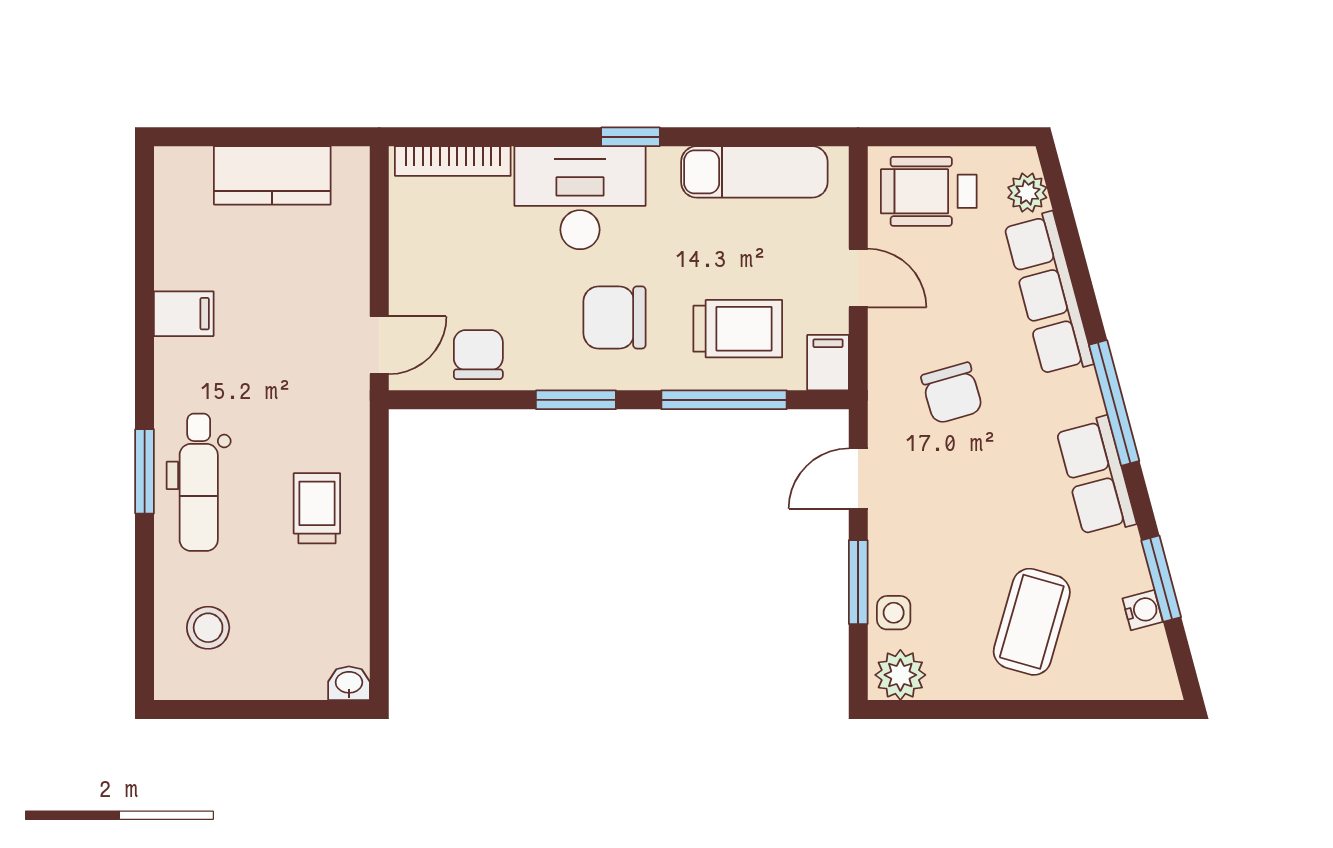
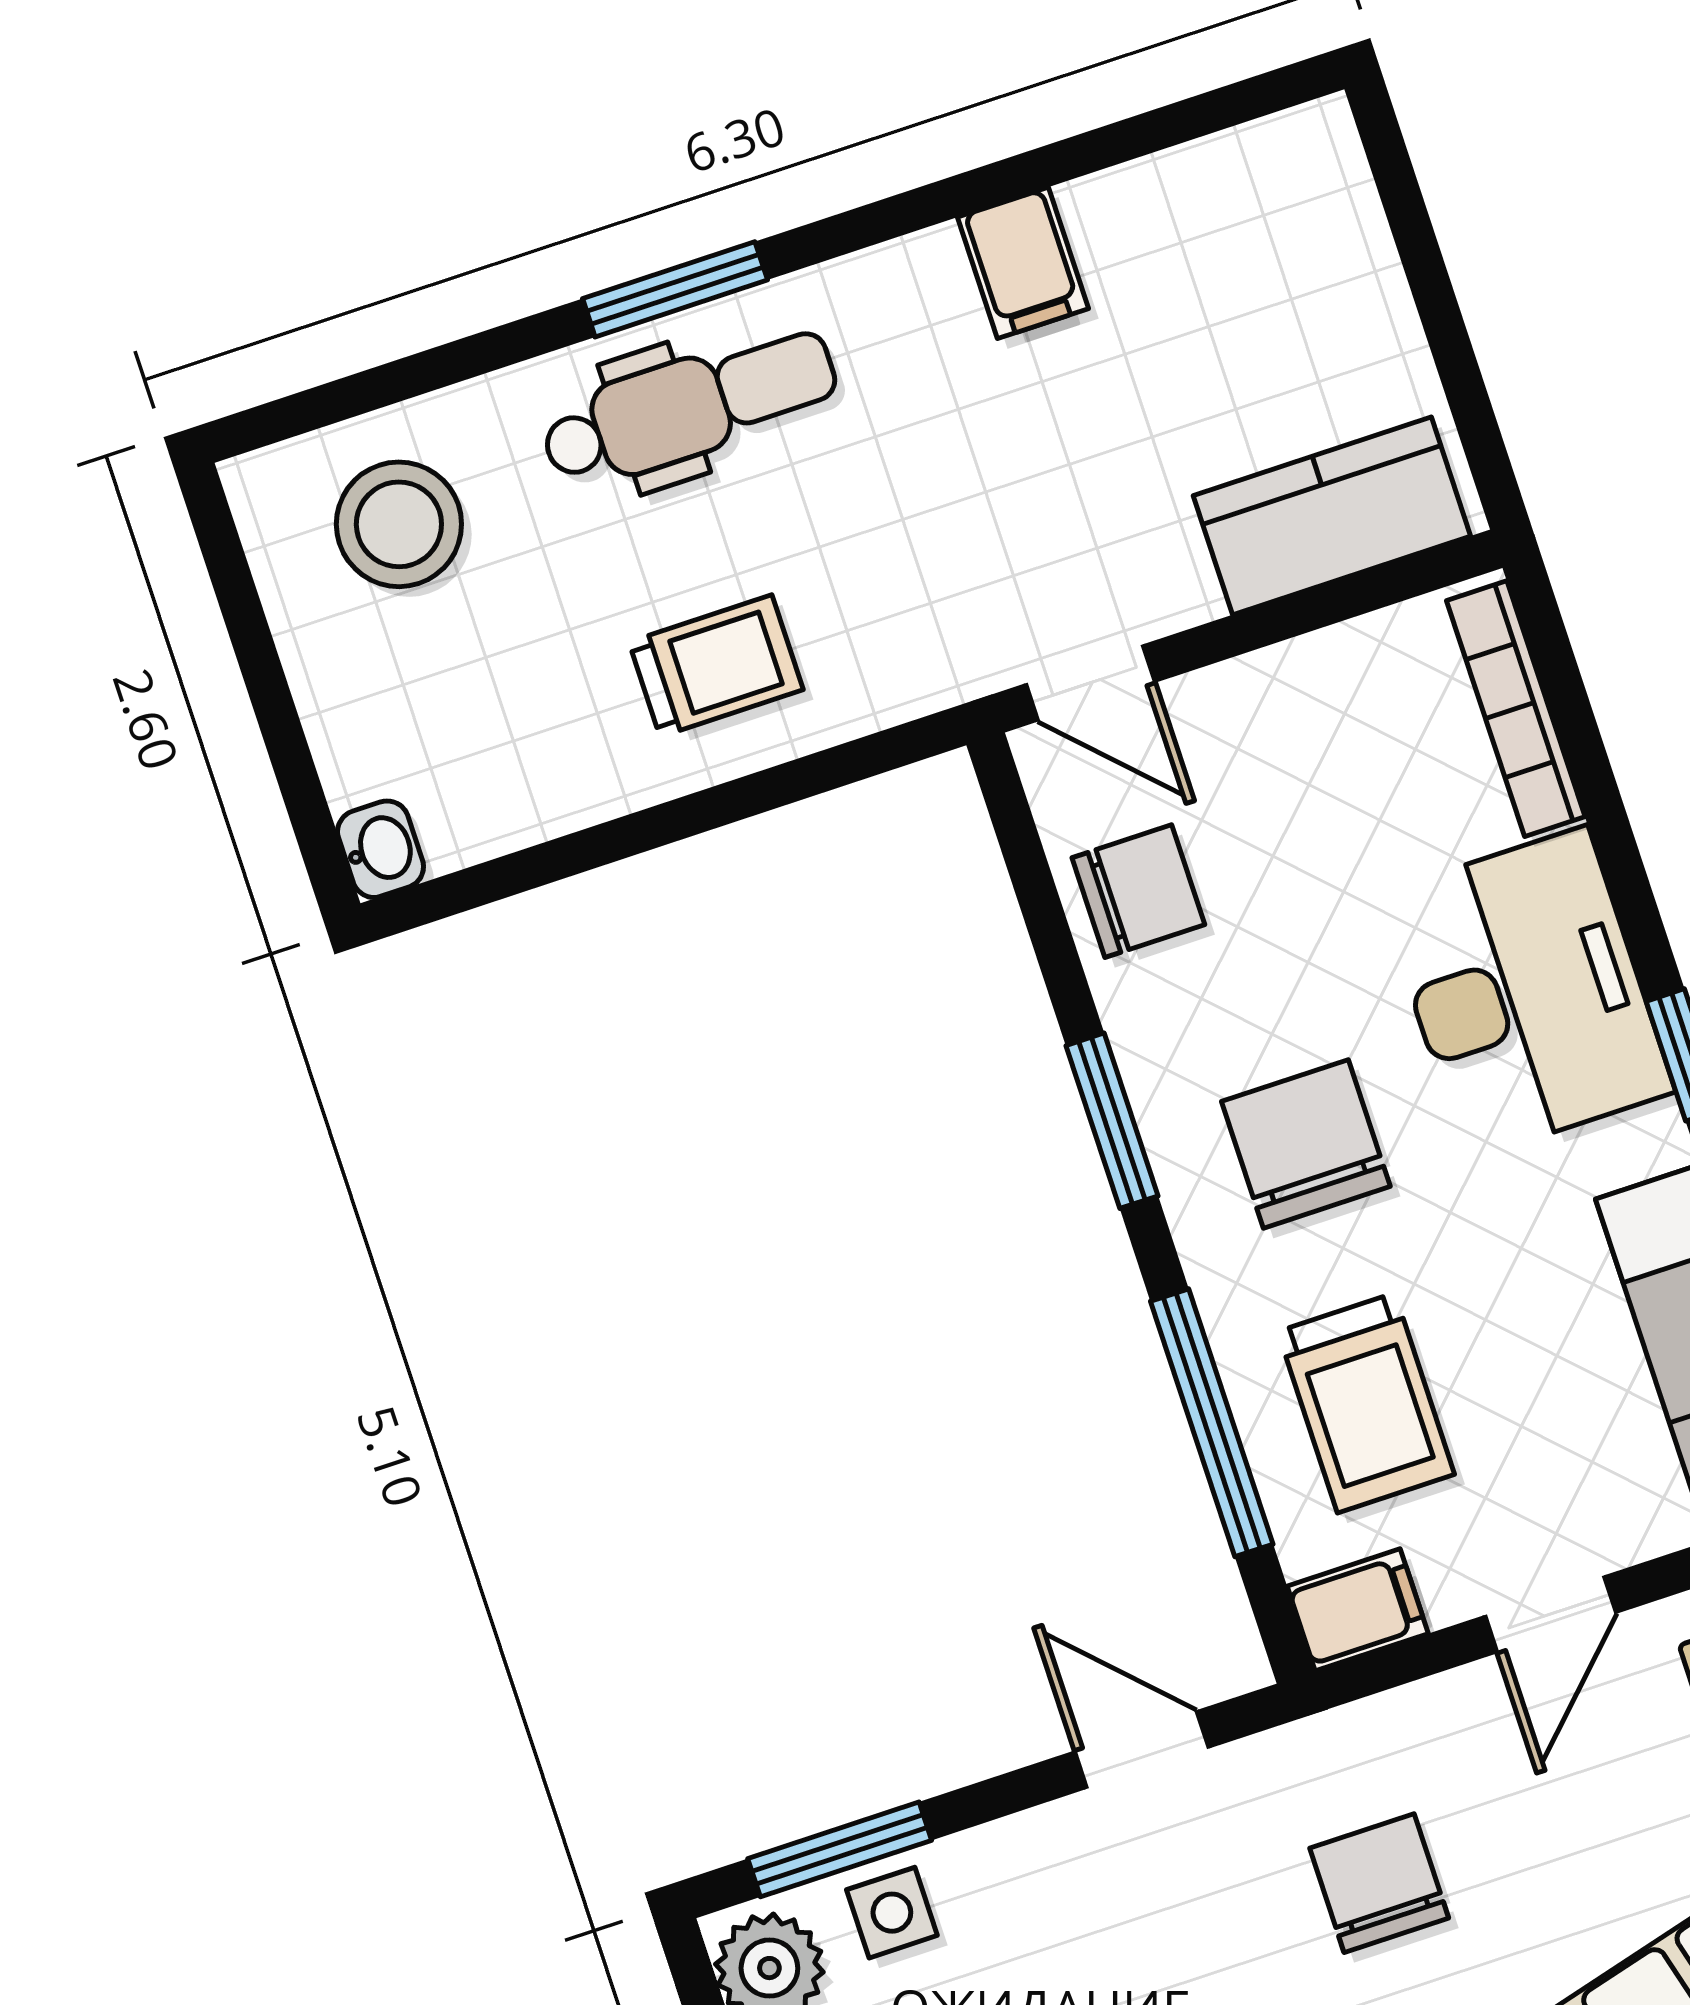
kitchen counter: (272, 175) -> (1332, 516), moved, turned 90
chair: (952, 393) -> (1379, 1883), turned 106
dental chair: (199, 482) -> (689, 407), turned 180
window: (858, 582) -> (840, 1849), moved
stool: (208, 628) -> (399, 524), width x1.38, depth x1.38

